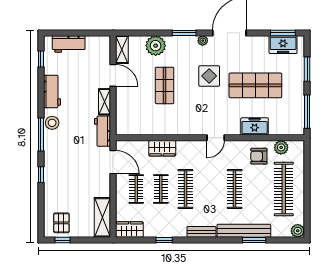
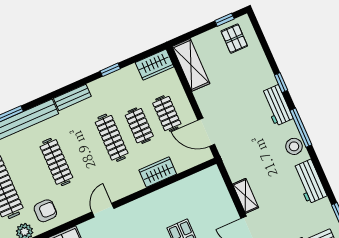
workbench: (102, 131) -> (277, 105), moved, turned 180

